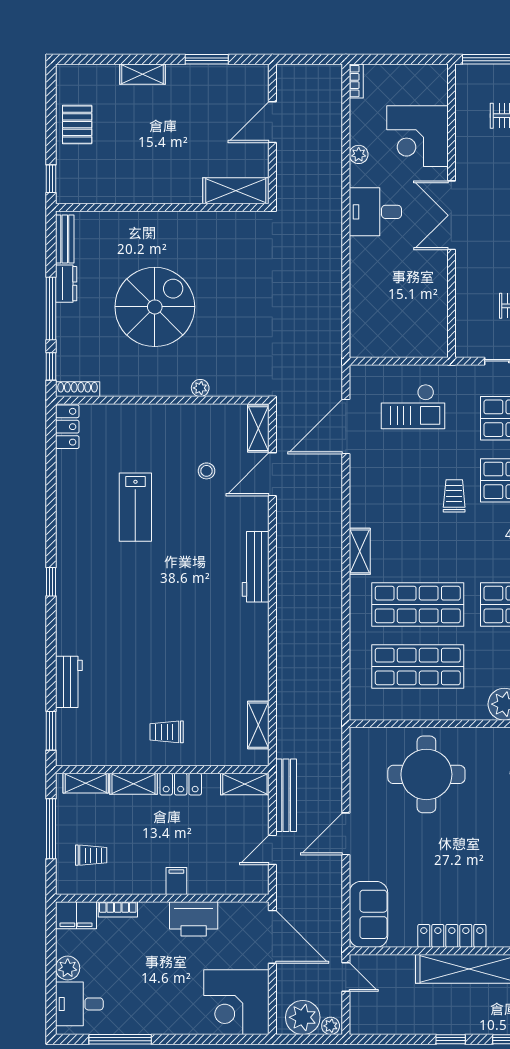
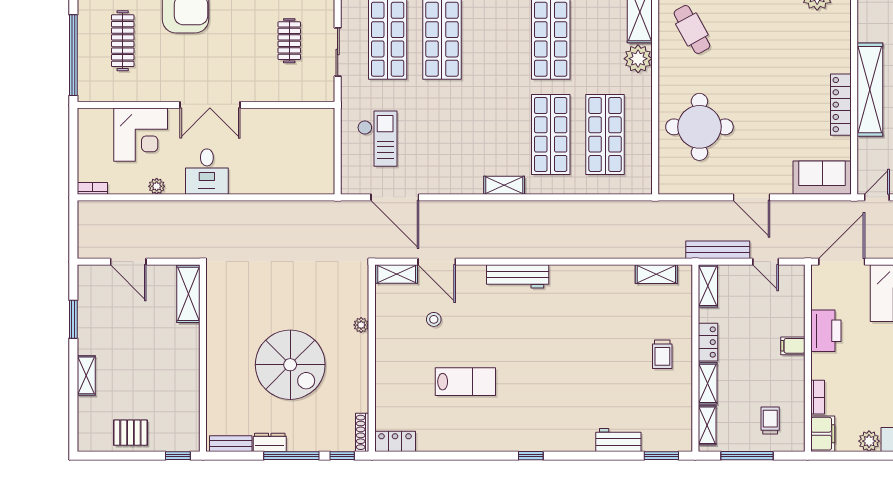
spiral stairs: (155, 307) -> (290, 365), turned 180
trolley: (454, 496) -> (456, 103), removed

